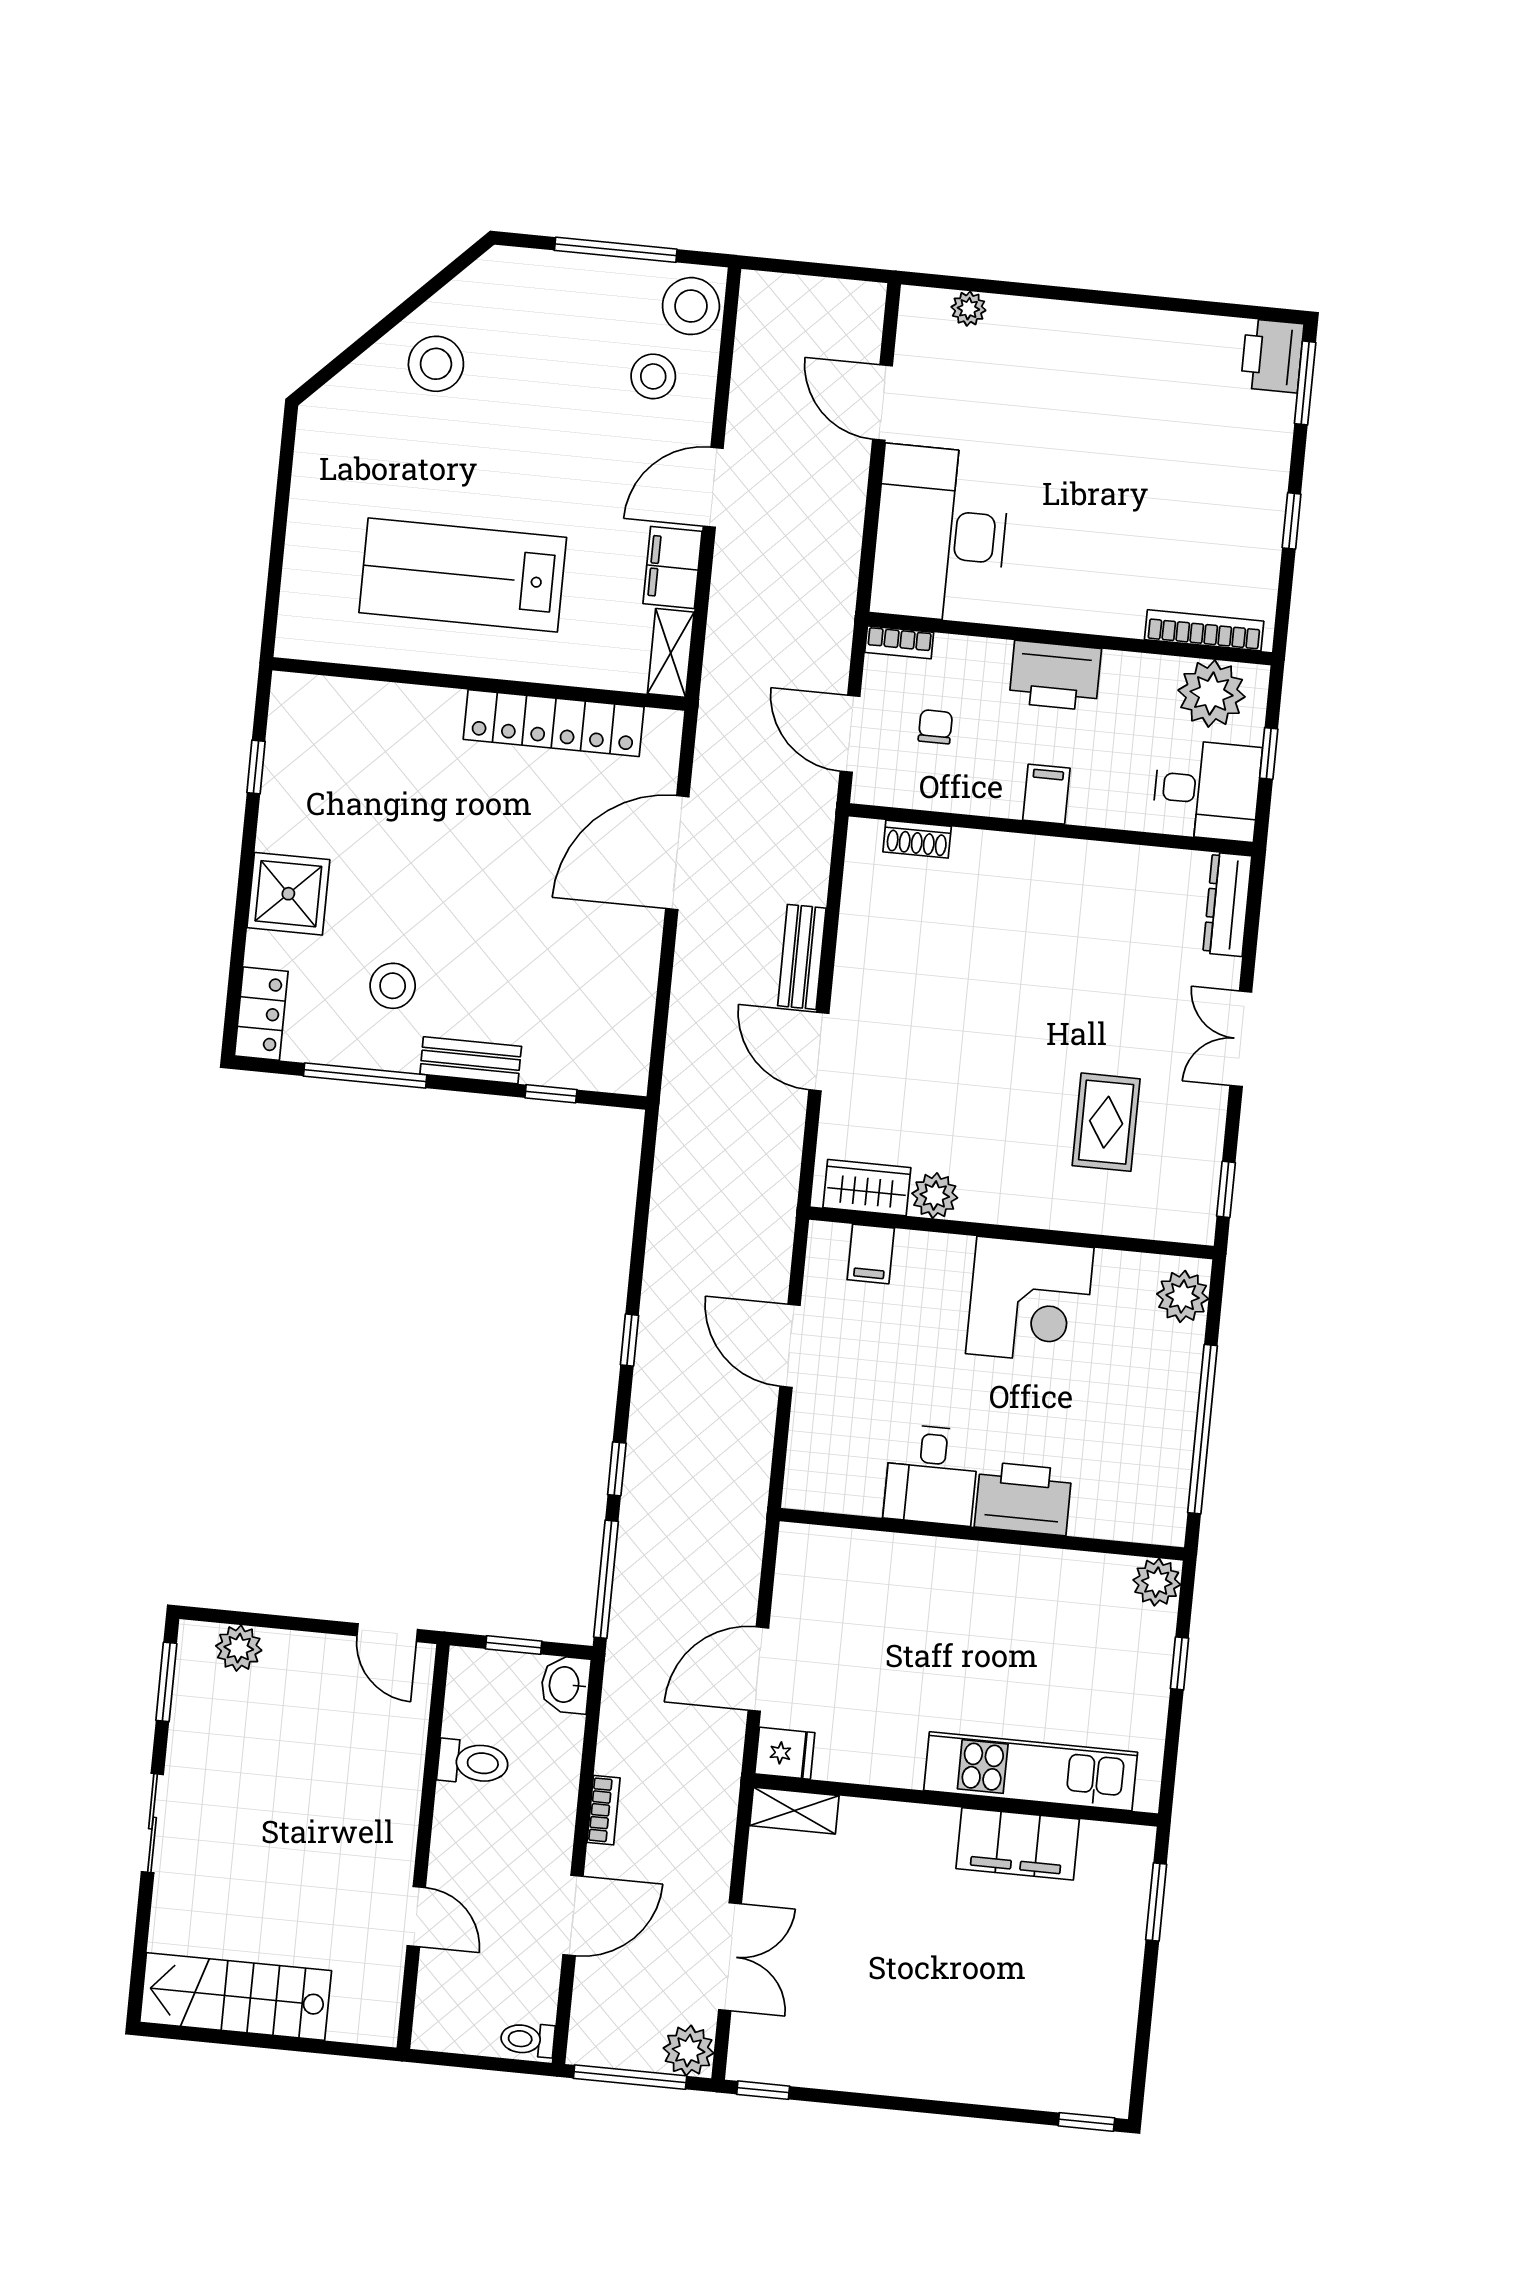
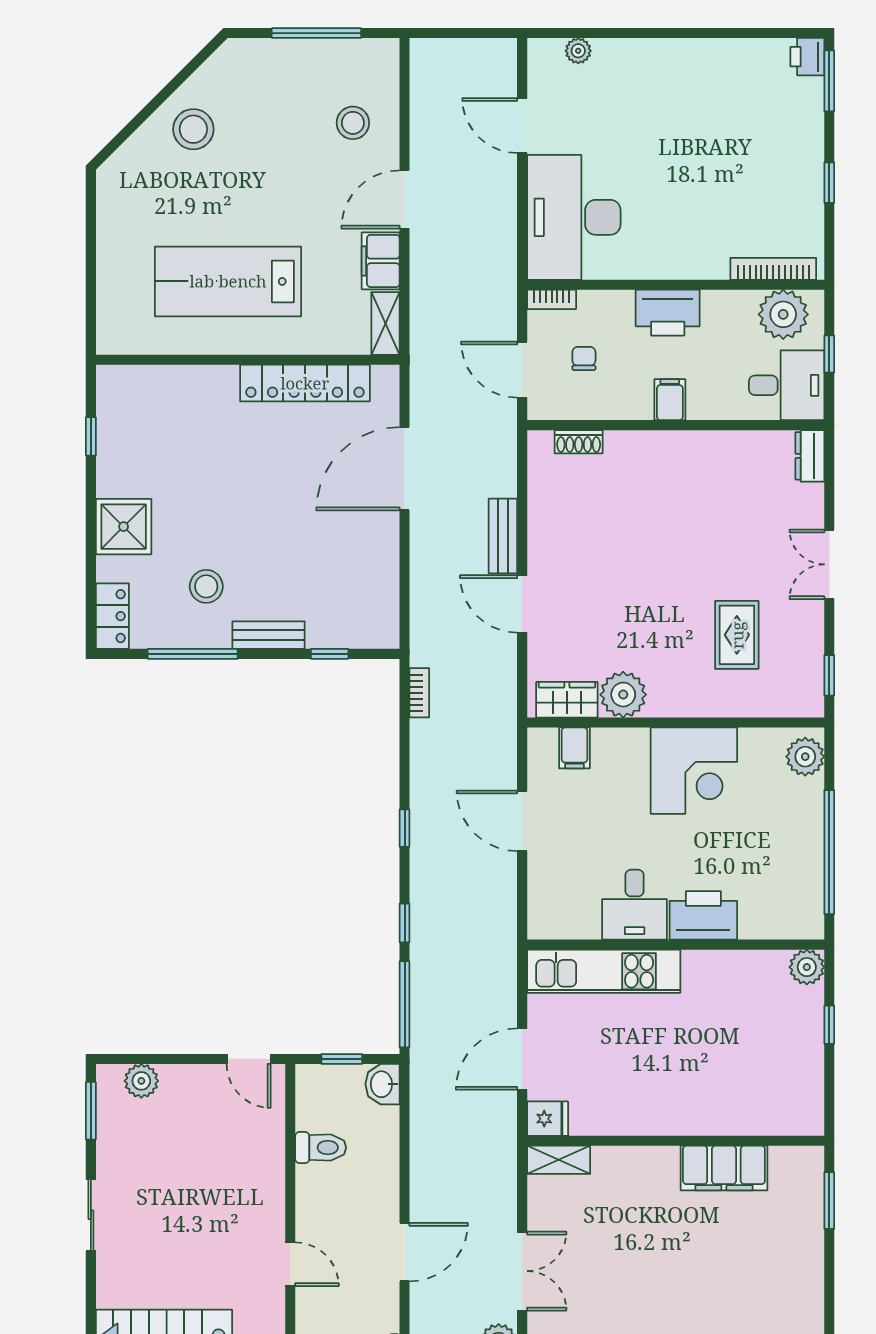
stool: (691, 306) -> (375, 69), removed
printer: (1272, 356) -> (807, 57), width x0.73, depth x0.81
dresser: (1227, 904) -> (810, 456), width x0.70
plant: (935, 1196) -> (623, 695), width x1.36, depth x1.36
kitchen unit: (1031, 1771) -> (604, 971), moved, turned 180
bookcase: (604, 1810) -> (419, 693), moved

